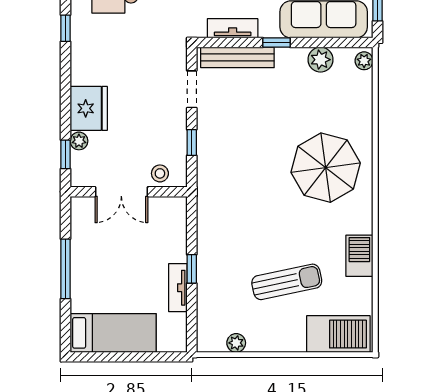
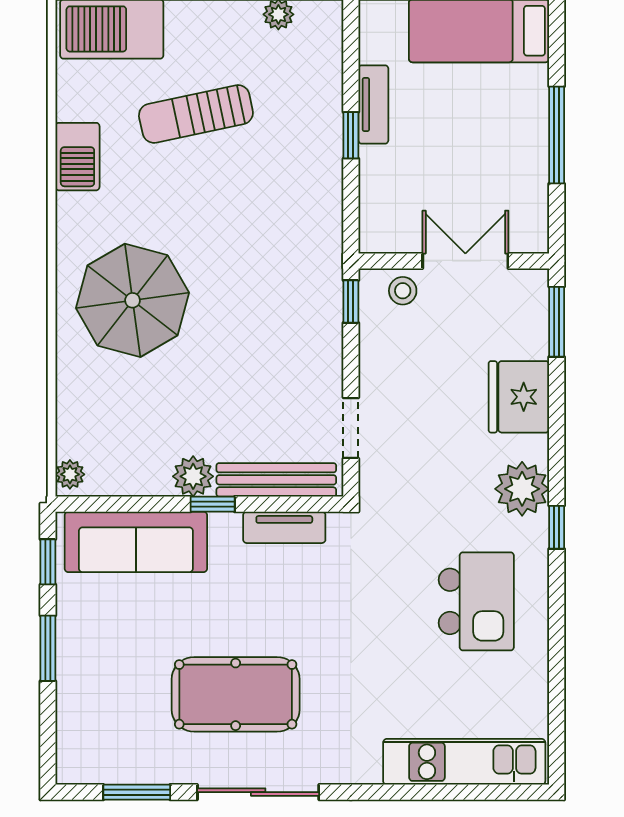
plant: (320, 60) -> (193, 476), moved
plant: (79, 141) -> (522, 489), moved, width x1.87, depth x1.87
window: (192, 143) -> (351, 302), moved
window: (66, 154) -> (557, 322), width x1.50

